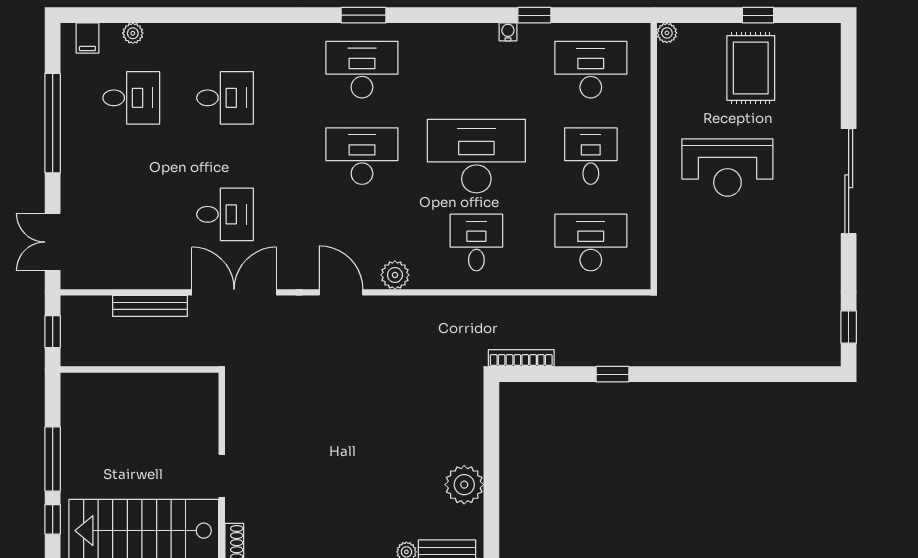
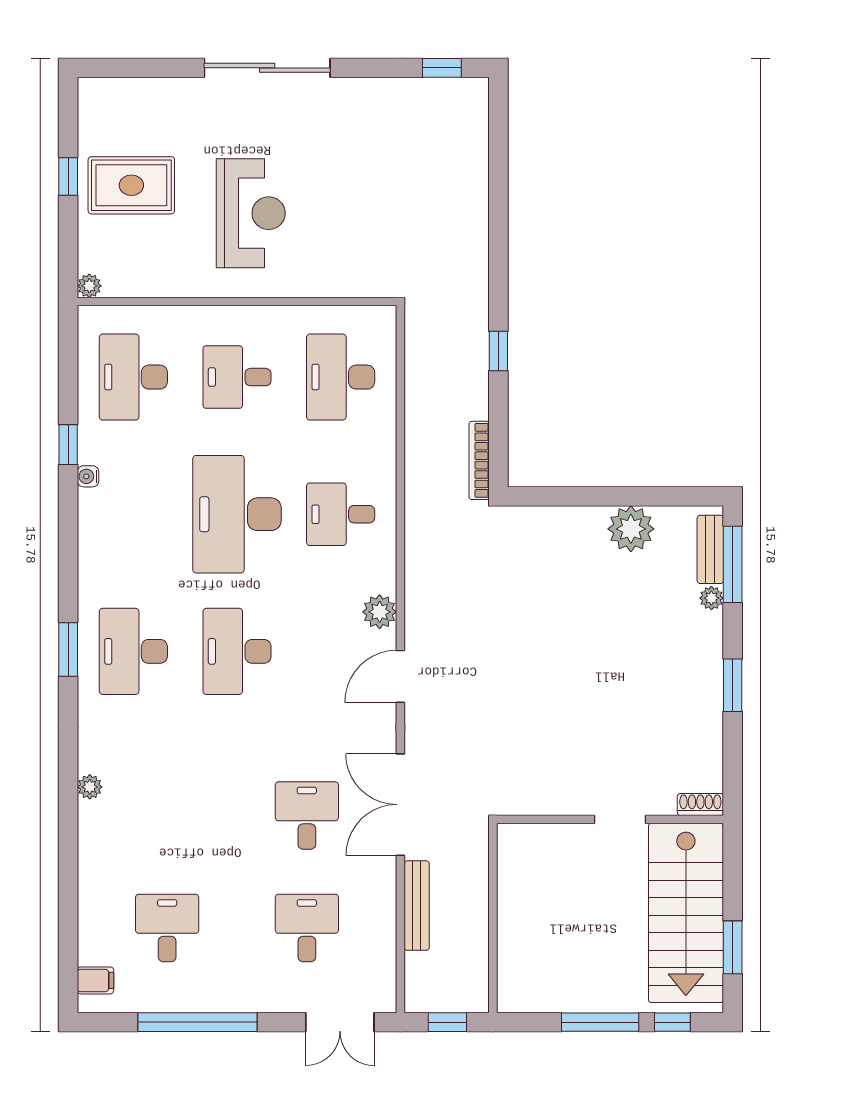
plant: (133, 33) -> (90, 787), moved
desk: (225, 98) -> (307, 928), moved

